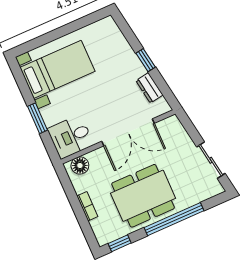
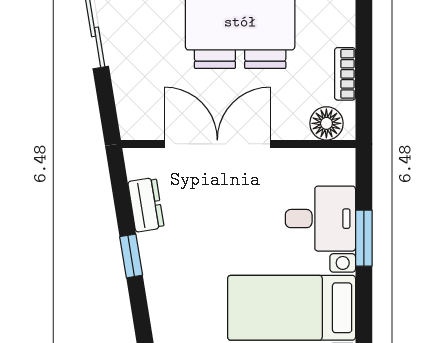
desk: (71, 137) -> (320, 219), moved
bookcase: (87, 206) -> (345, 74), moved

